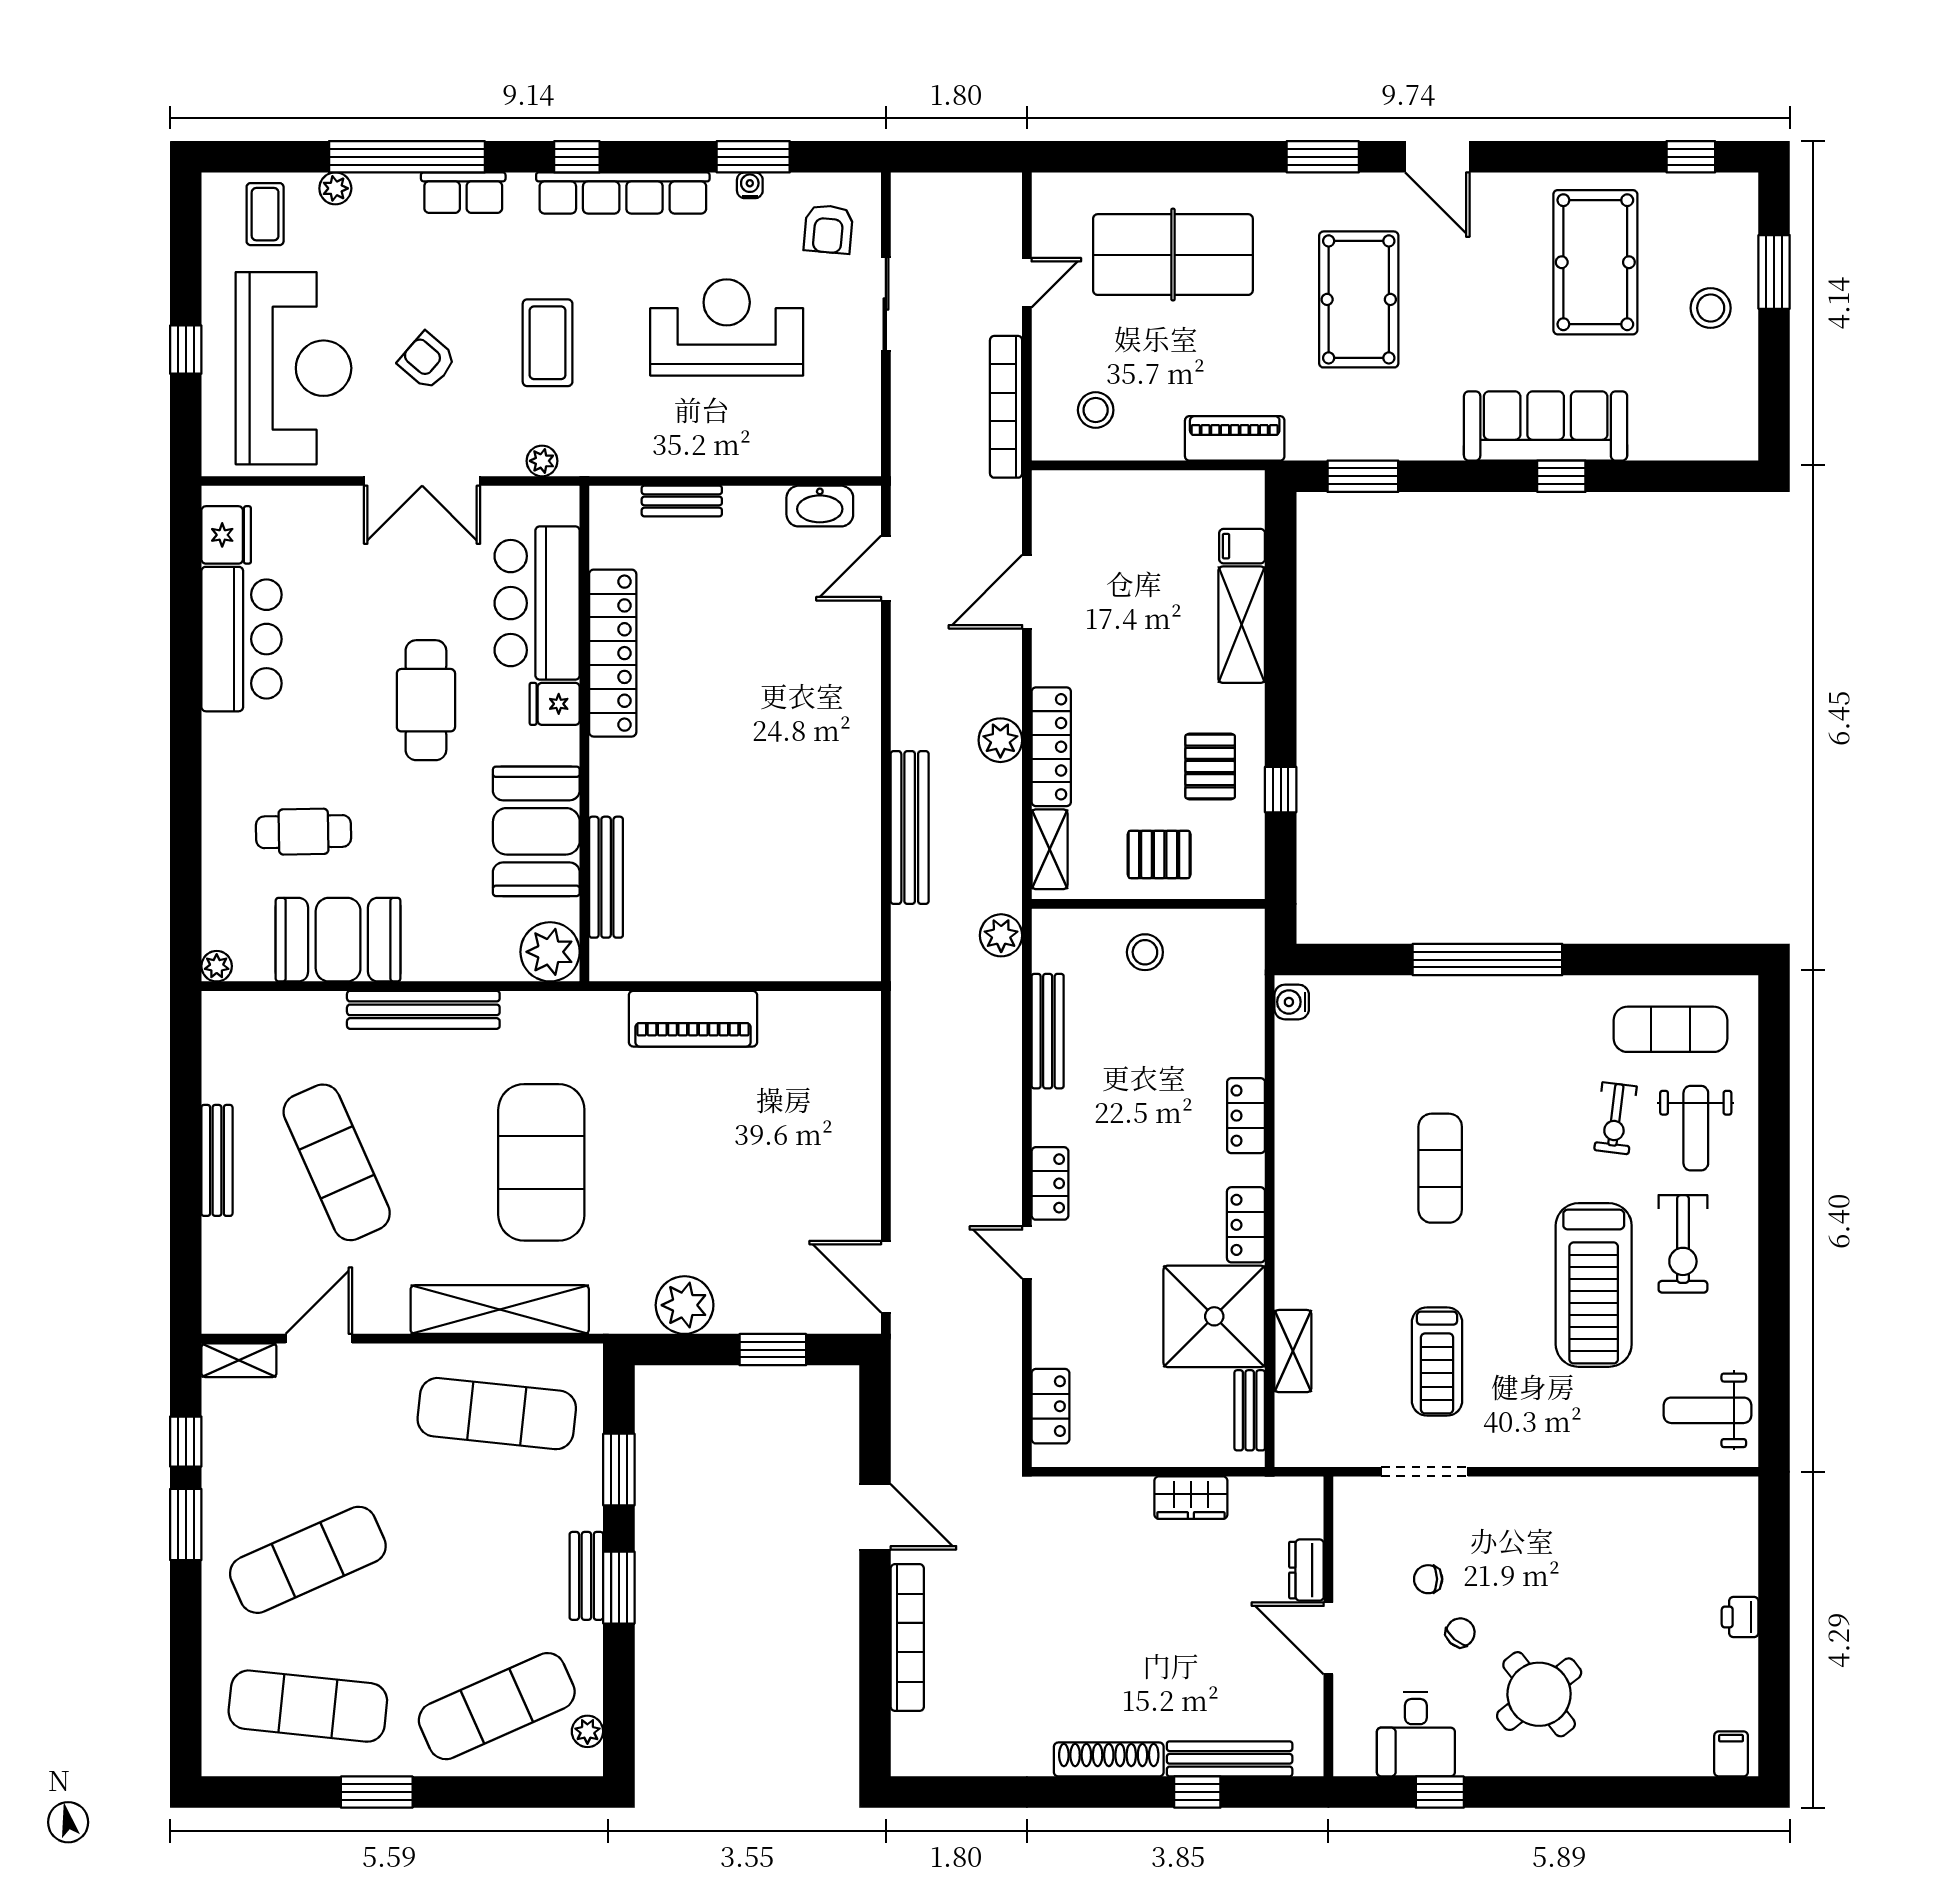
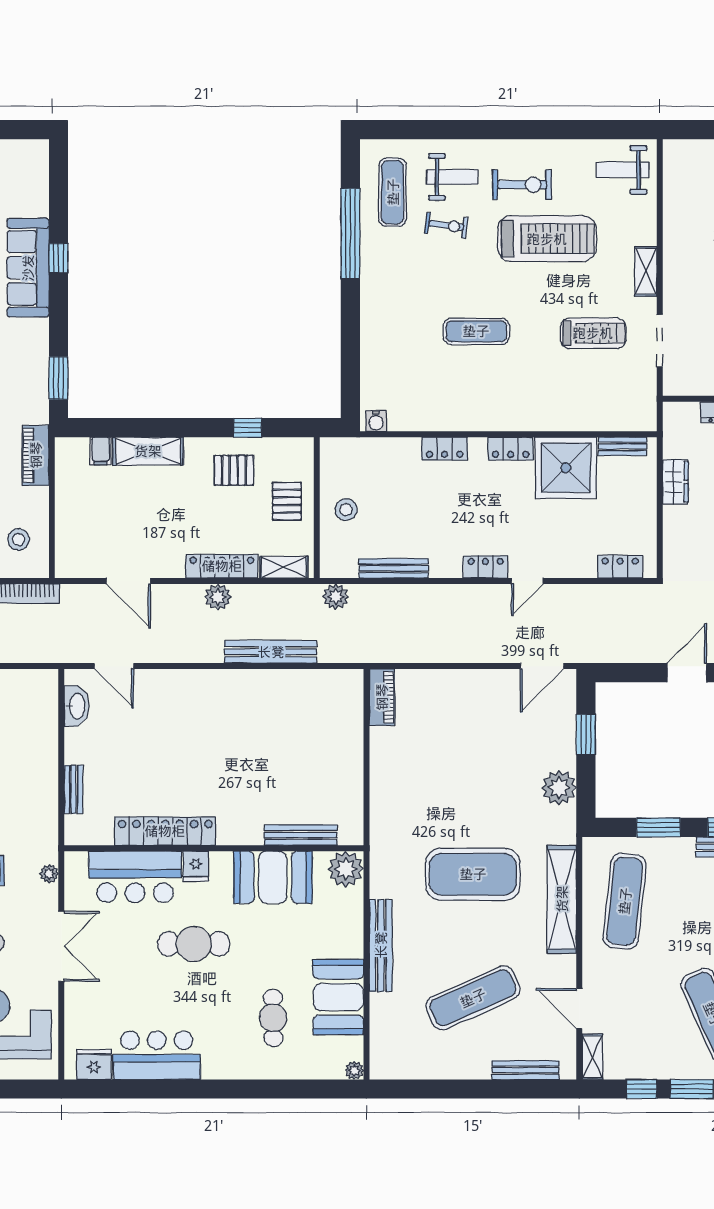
window: (1487, 960) -> (350, 234), moved
piano: (693, 1019) -> (382, 697), moved, width x0.73, depth x0.75
bench: (217, 1160) -> (525, 1070), moved
shelving: (1293, 1351) -> (646, 271), moved, turned 90
weight bench: (1707, 1410) -> (623, 170), turned 90

